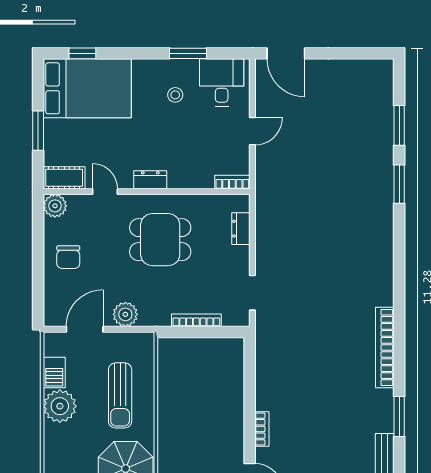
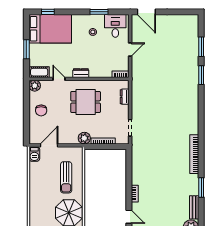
plant: (125, 314) -> (84, 138), moved
barbecue: (54, 373) -> (34, 154), moved
plant: (60, 406) -> (37, 183), removed

